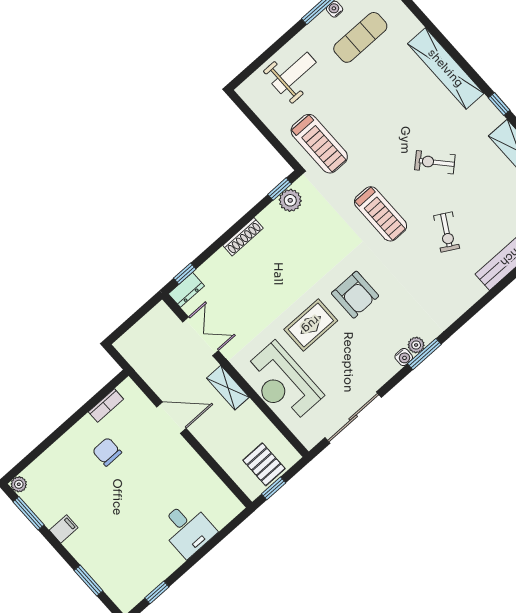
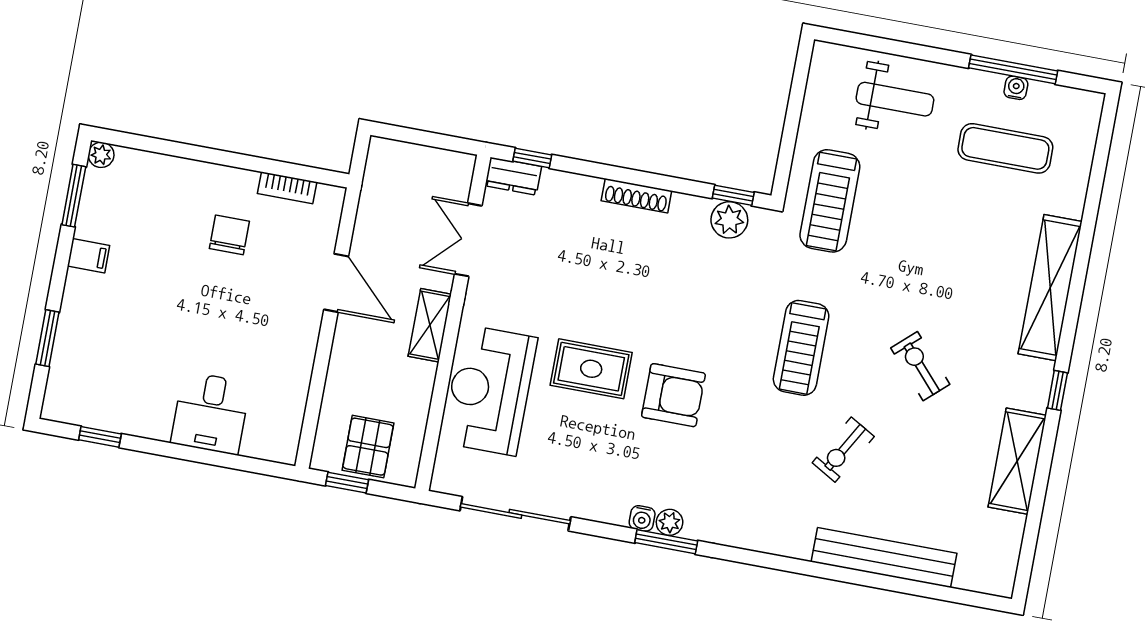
armchair: (355, 295) -> (673, 395), turned -90
double door: (201, 336) -> (468, 240), swing flipped

